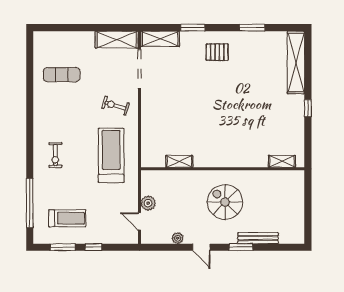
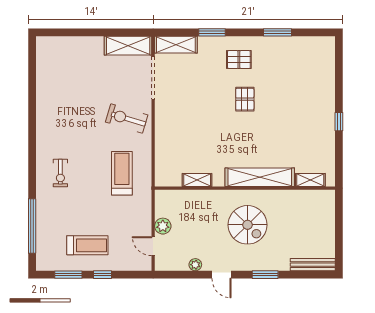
shelving: (296, 62) -> (260, 177), moved, turned 90
exercise mat: (62, 75) -> (67, 84), removed
pallet: (223, 88) -> (245, 99), added
exercise bike: (115, 106) -> (127, 119), width x1.38, depth x1.39
treadmill: (111, 155) -> (122, 173), width x0.73, depth x0.73
spiral stairs: (225, 202) -> (248, 225), turned 180
treadmill: (67, 218) -> (87, 245), moved
bench: (258, 238) -> (313, 265), moved

